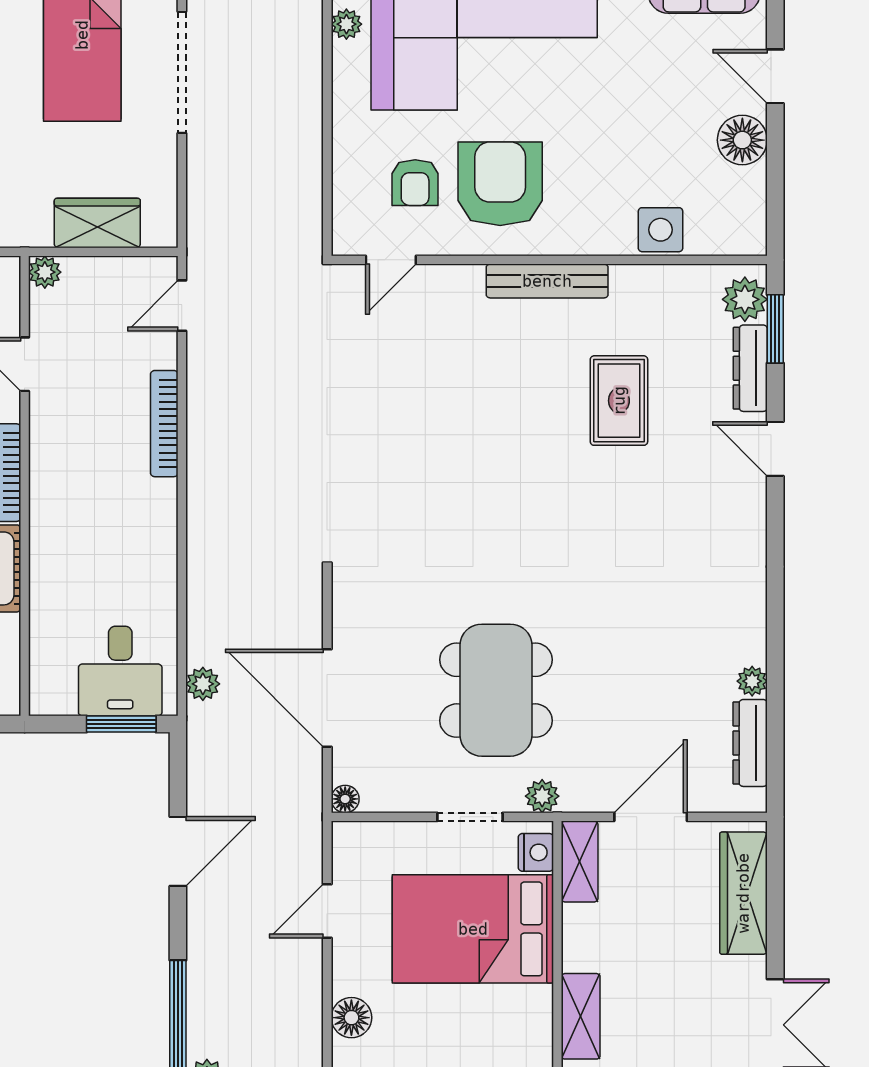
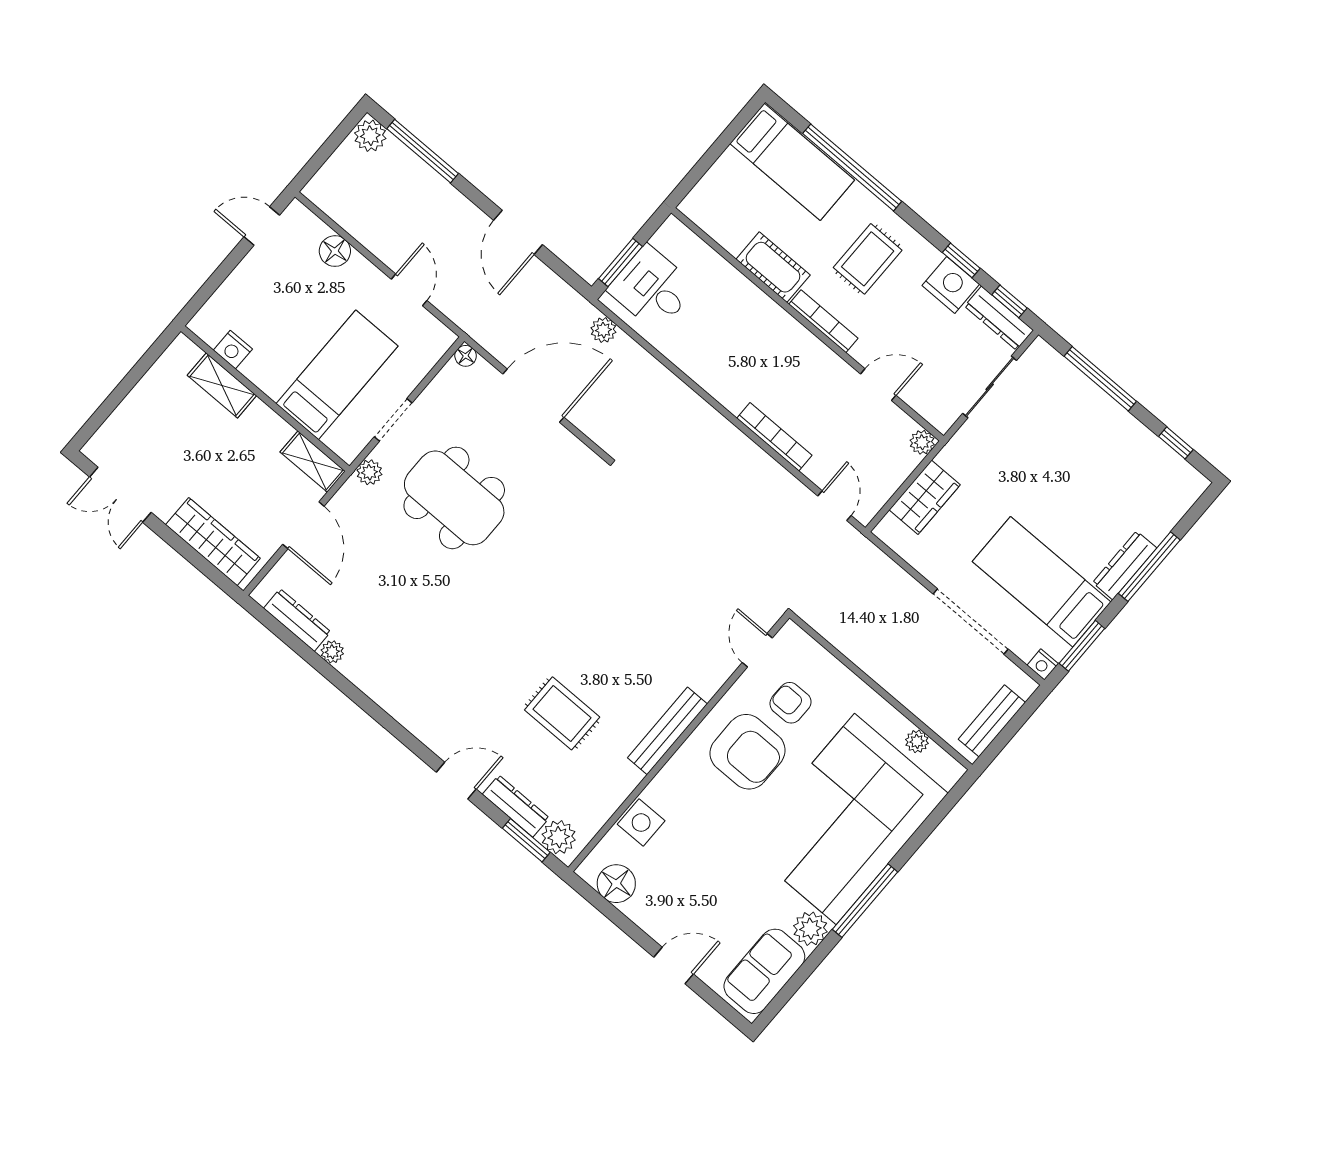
floor lamp: (742, 140) -> (616, 884), moved
nightstand: (536, 852) -> (233, 350), moved
bed: (473, 929) -> (337, 375), width x0.67

